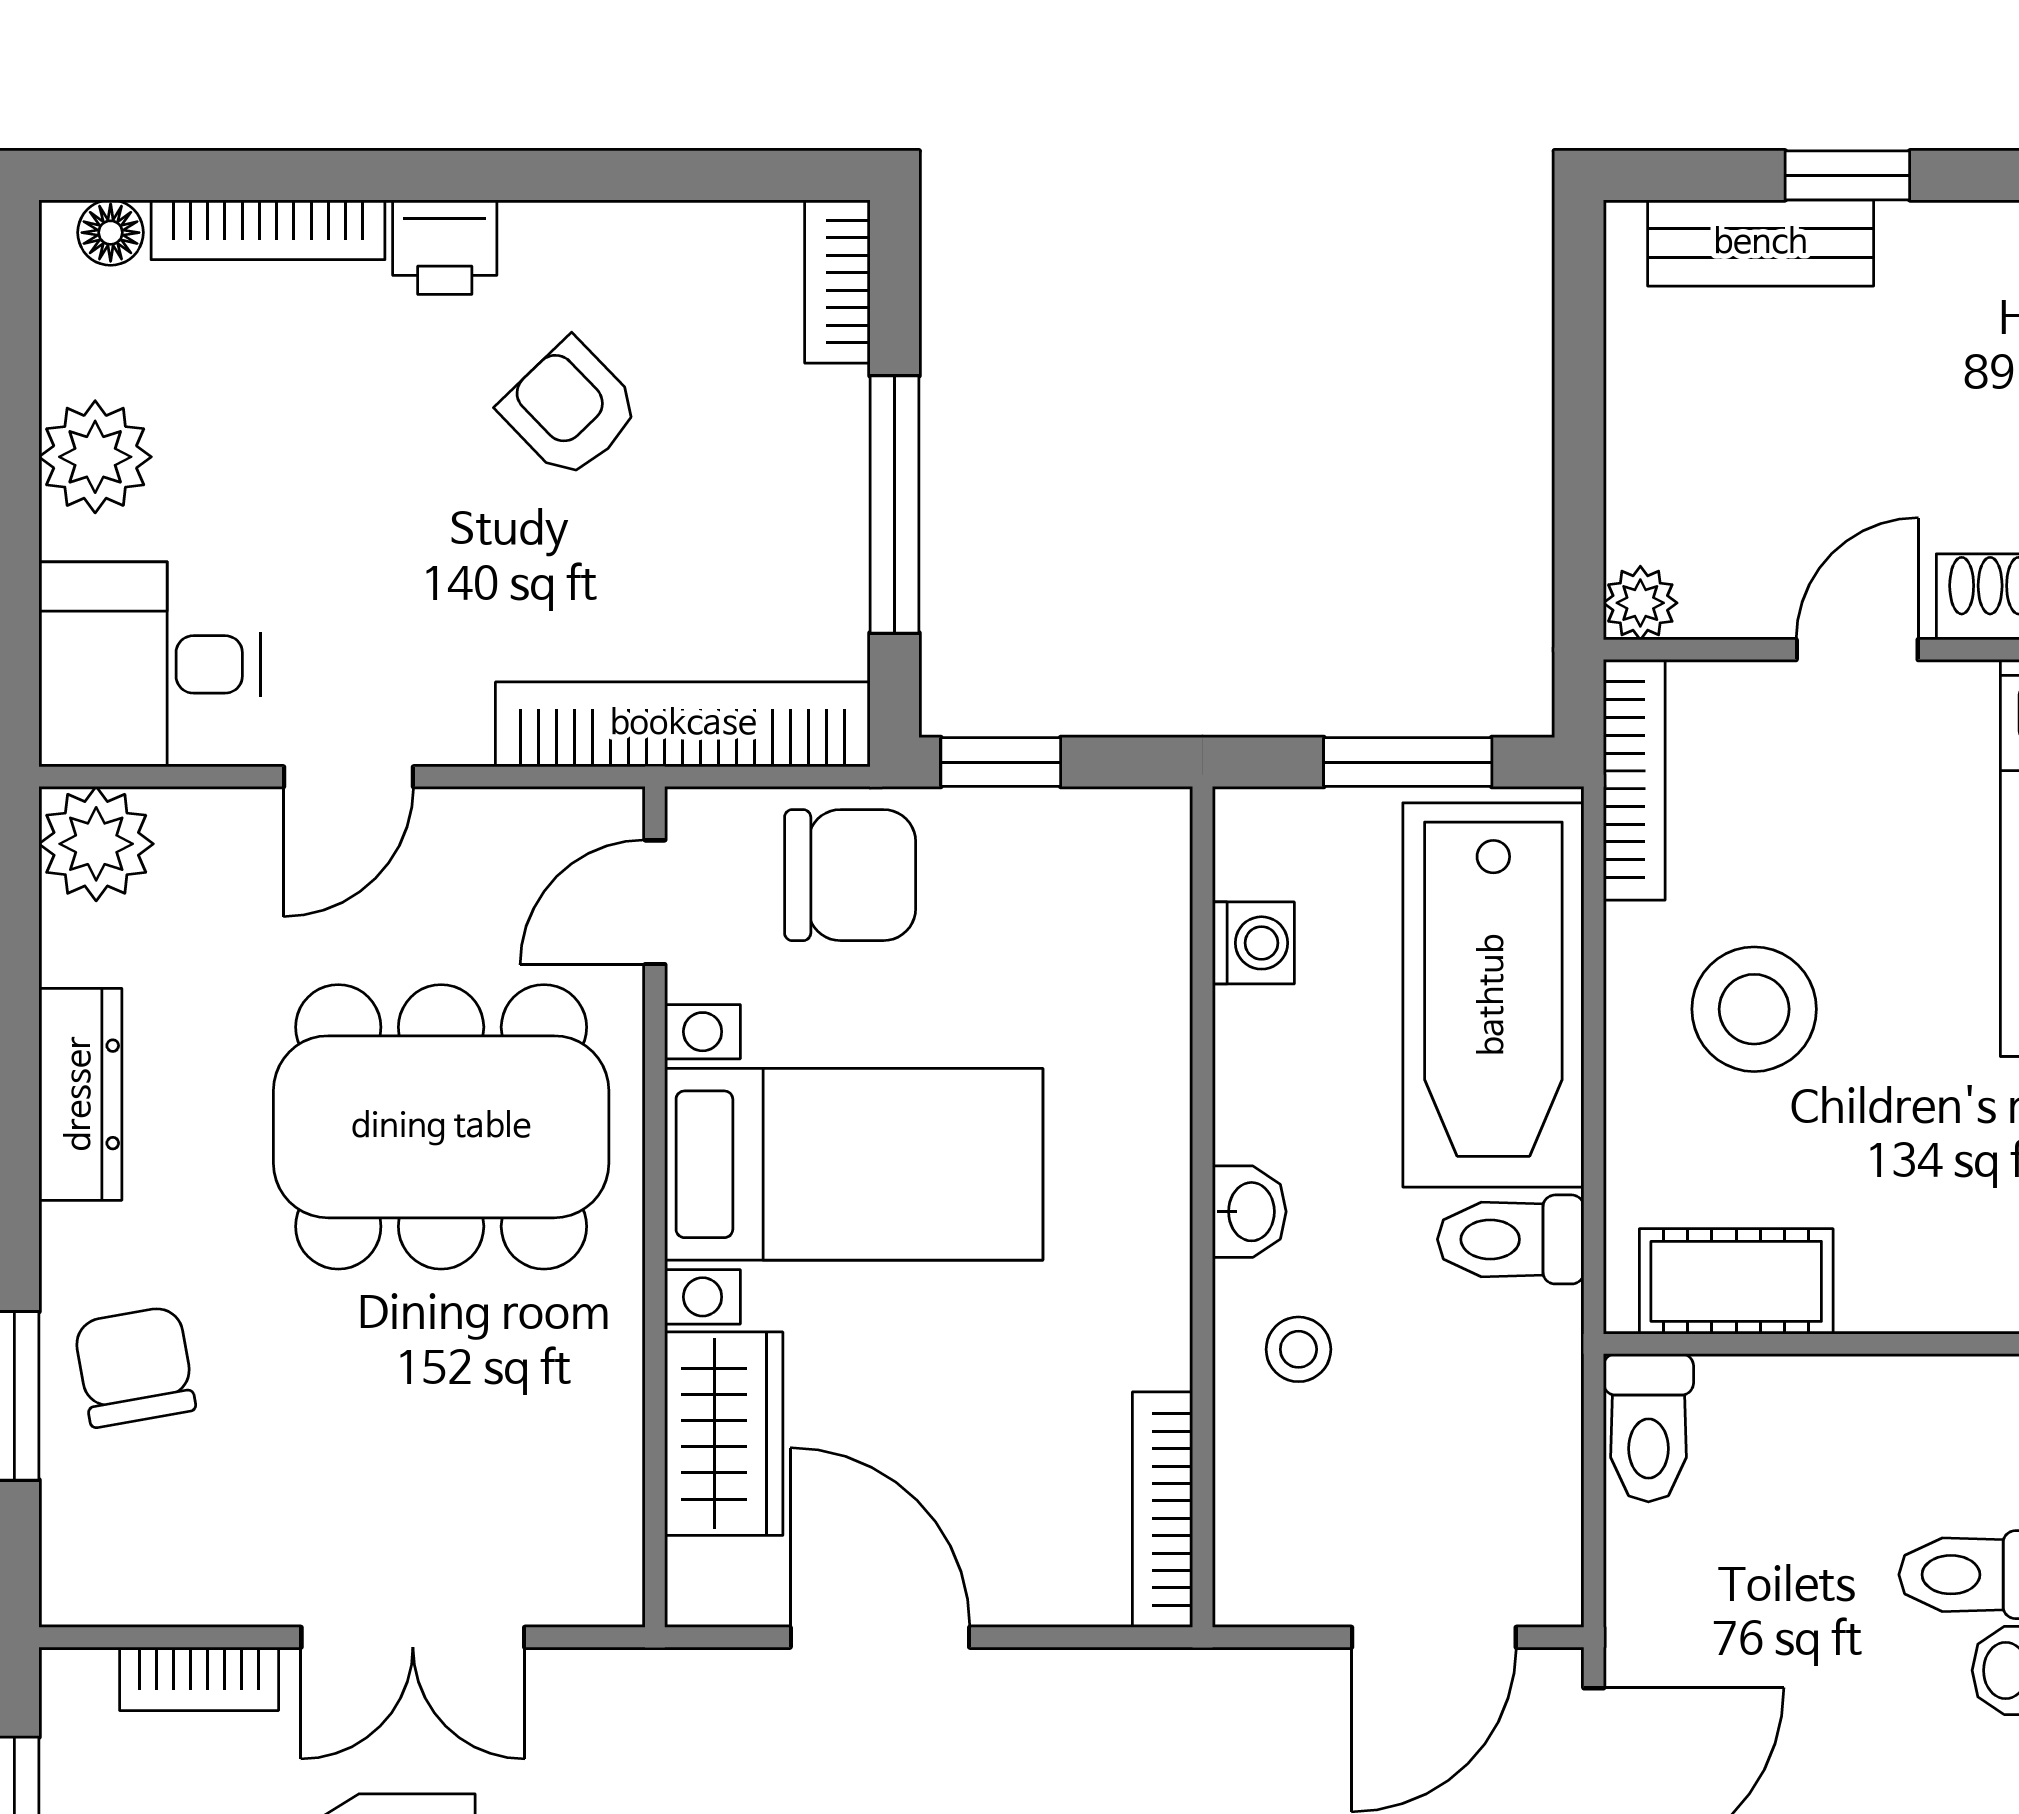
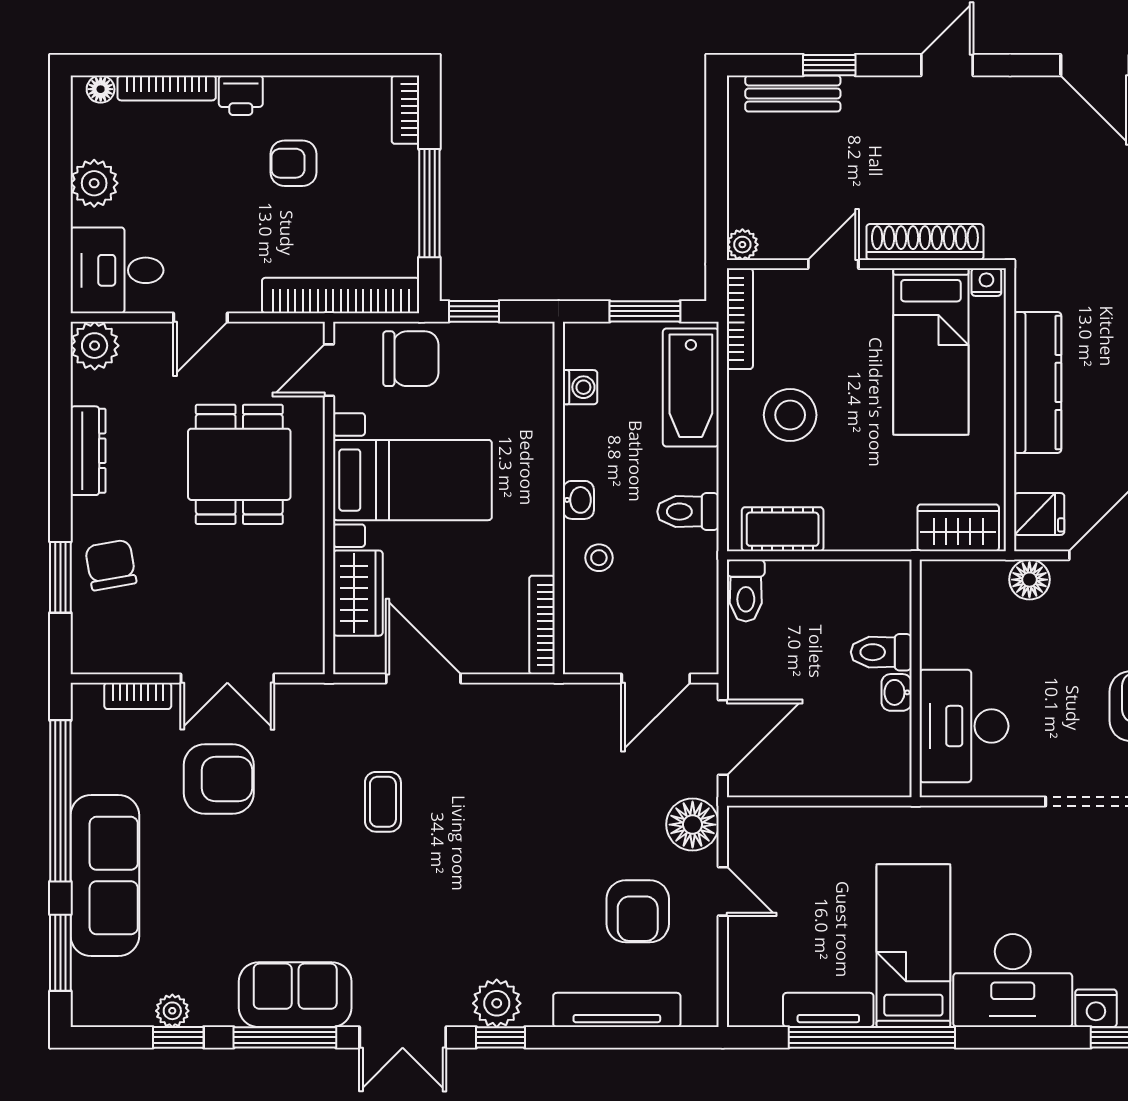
armchair: (570, 409) -> (293, 163), turned -46
bathtub: (1493, 995) -> (691, 387), width x0.73, depth x0.73
dining table: (441, 1127) -> (239, 464), width x0.73

